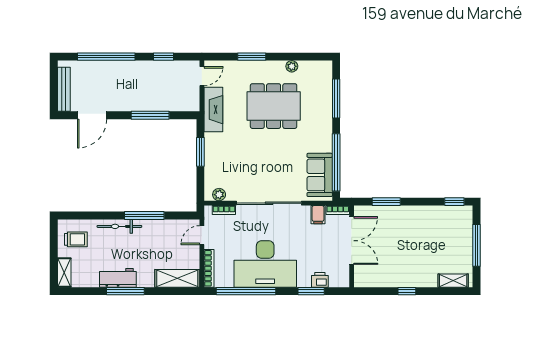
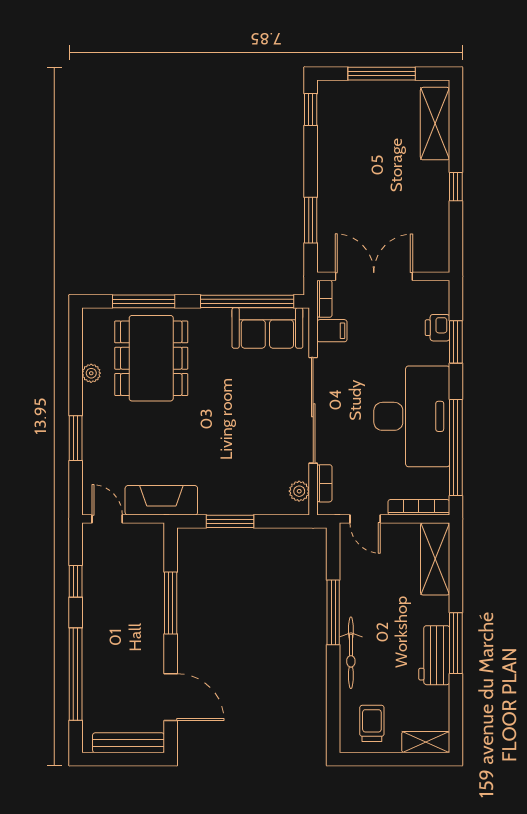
dining table: (274, 106) -> (151, 358), moved
shelving: (453, 281) -> (435, 124), width x1.50, depth x1.33

